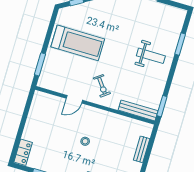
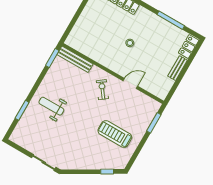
treadmill: (78, 43) -> (115, 134), width x0.73, depth x0.73
bench: (142, 149) -> (178, 68), moved

